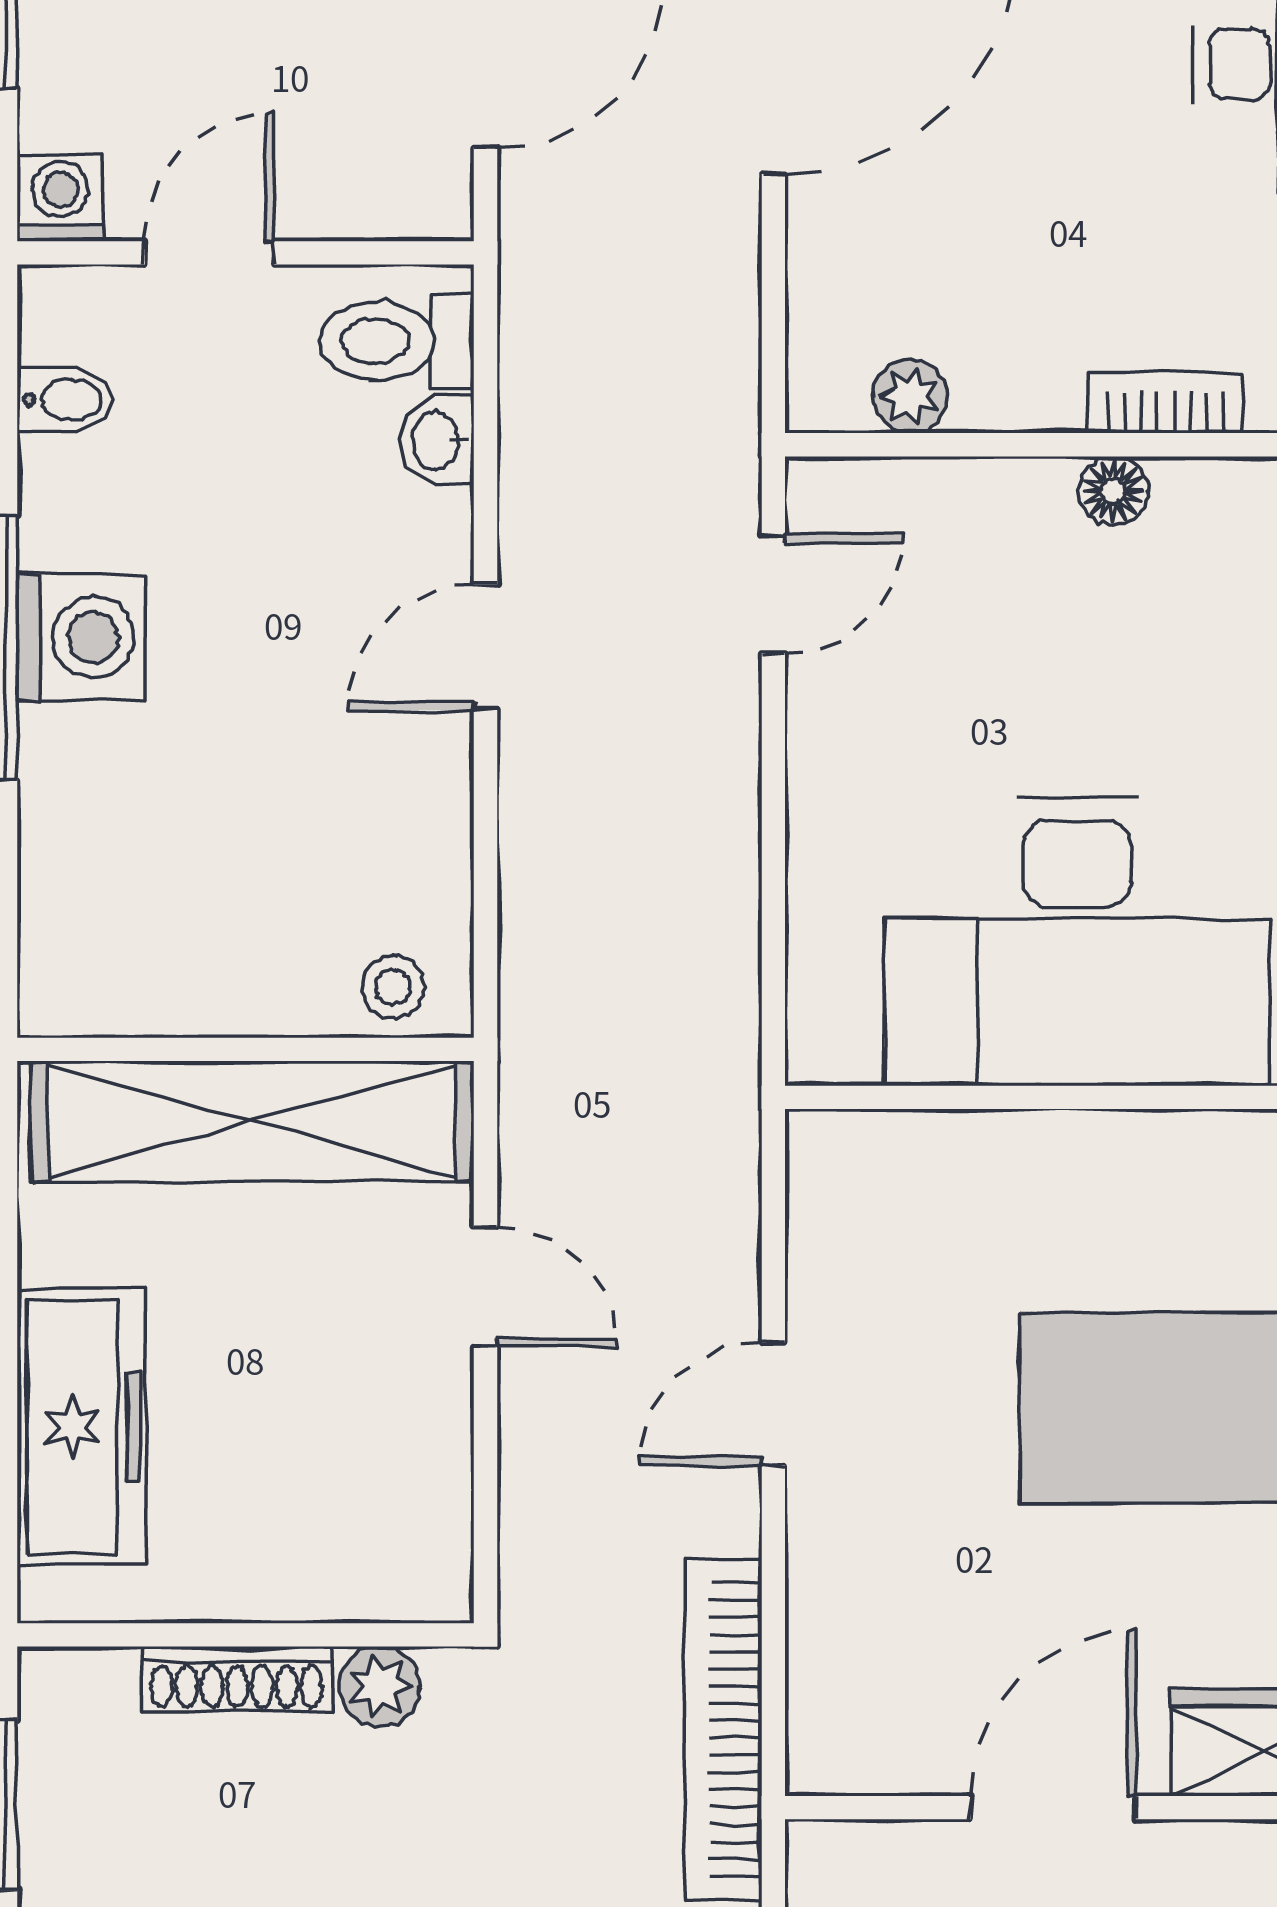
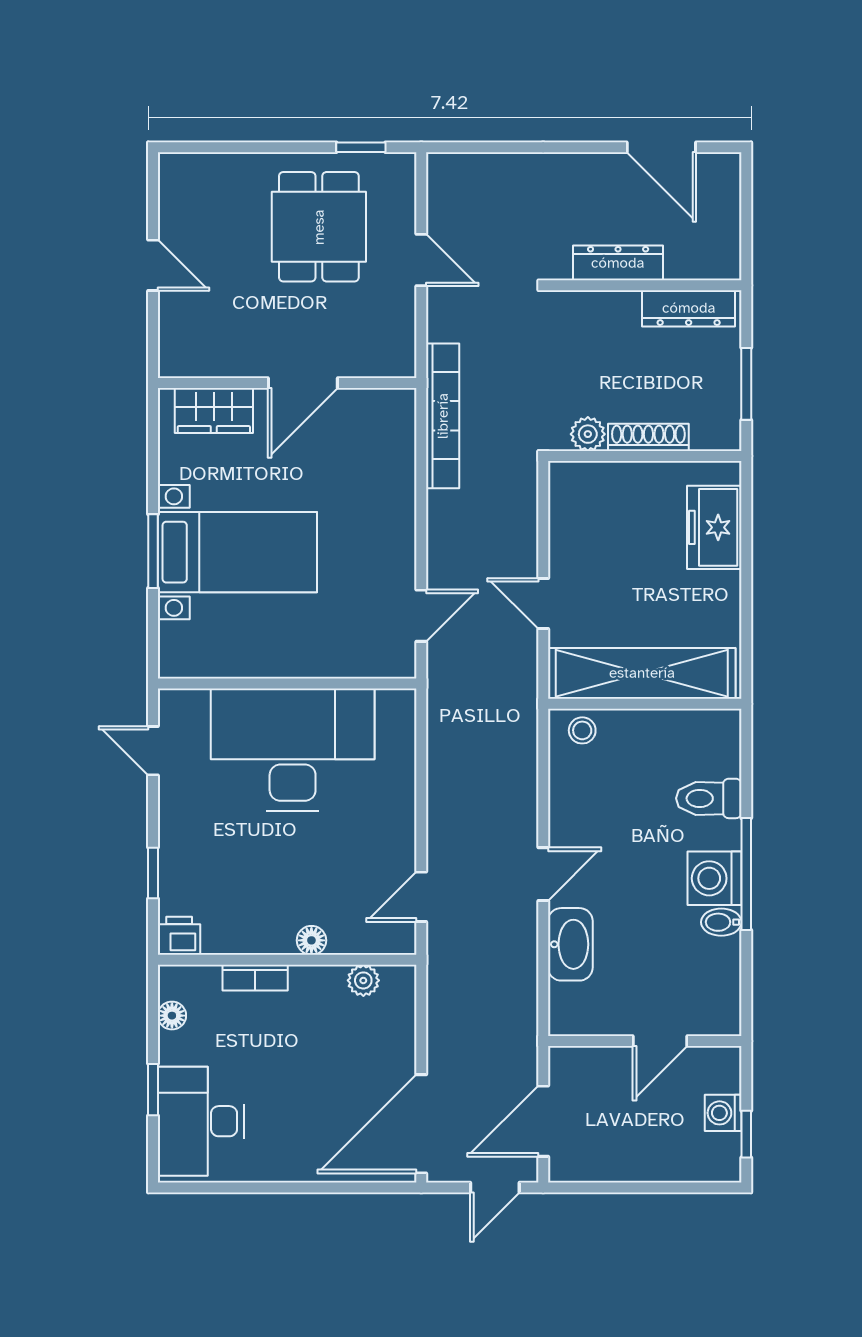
washing machine: (60, 198) -> (723, 1113), moved, turned 90
toilet: (397, 341) -> (709, 798), moved, turned 180
bidet: (65, 399) -> (721, 922), moved
washbasin: (438, 440) -> (570, 944), width x1.91, depth x1.45
floor lamp: (1113, 491) -> (311, 940), moved
door: (773, 1404) -> (421, 616), moved
freezer: (81, 1427) -> (714, 527), width x0.71

